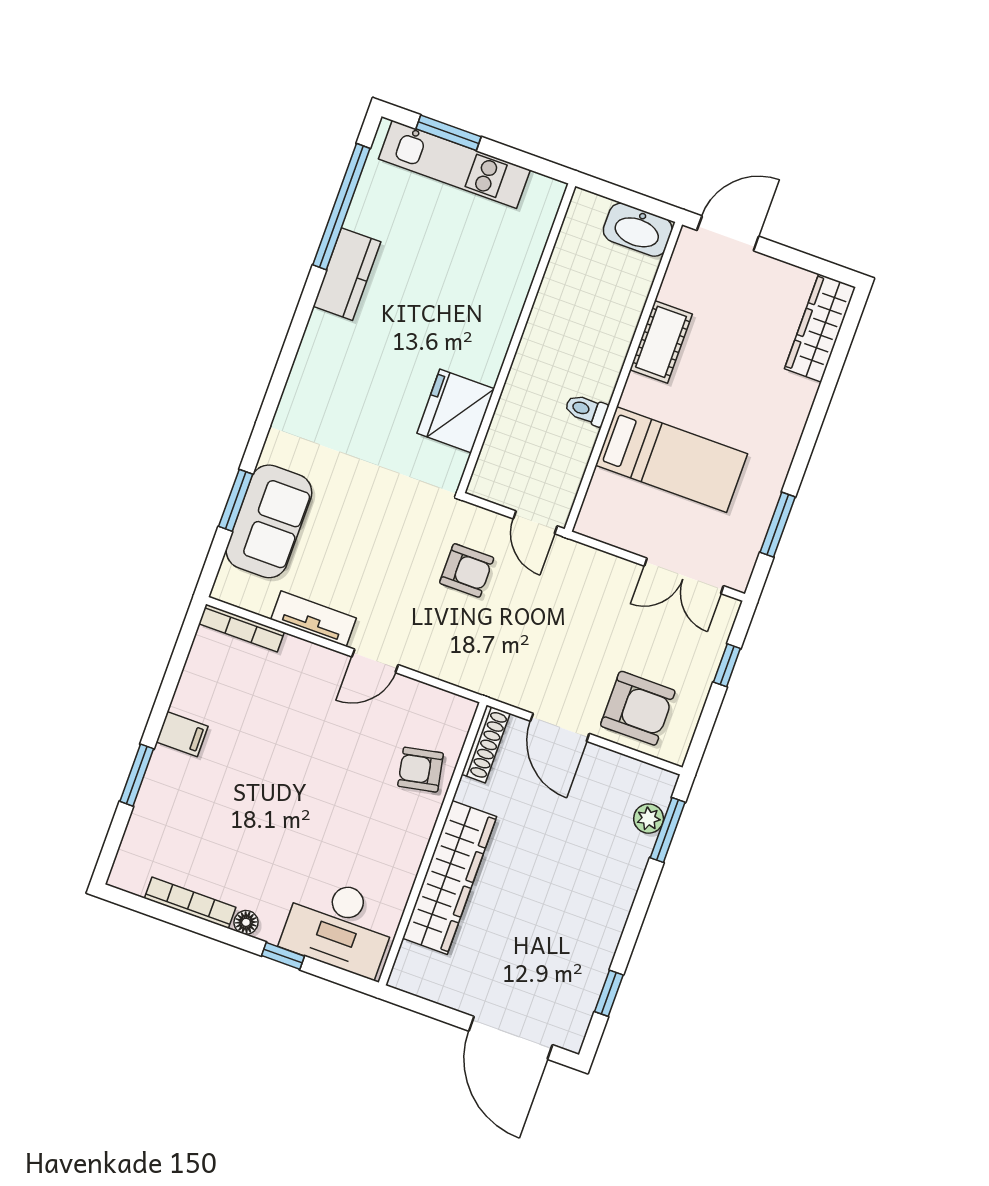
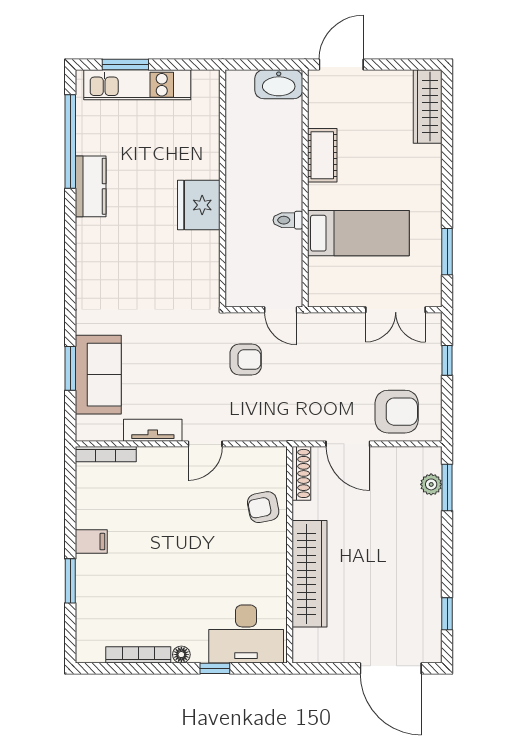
fridge: (456, 411) -> (199, 205), moved

